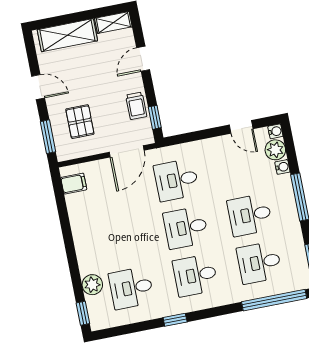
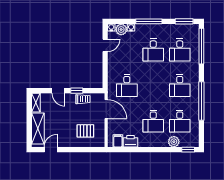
door: (38, 87) -> (51, 150), moved
window: (155, 117) -> (77, 91), moved
window: (48, 137) -> (90, 150), removed
printer: (77, 206) -> (130, 141), added
desk: (186, 228) -> (153, 121), moved
window: (175, 320) -> (201, 101), width x3.17

